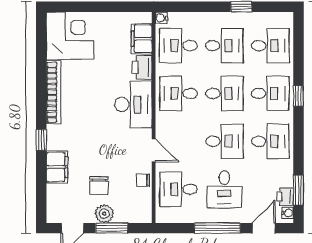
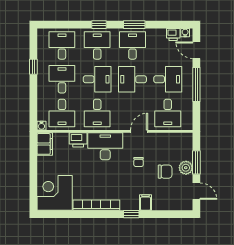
filing cabinet: (142, 39) -> (45, 144), moved, turned -90
desk: (224, 93) -> (97, 79), turned 90
desk: (224, 141) -> (132, 79), turned -90
filing cabinet: (57, 167) -> (146, 202), width x0.50
chair: (143, 180) -> (139, 162), moved
window: (298, 190) -> (134, 25), moved

